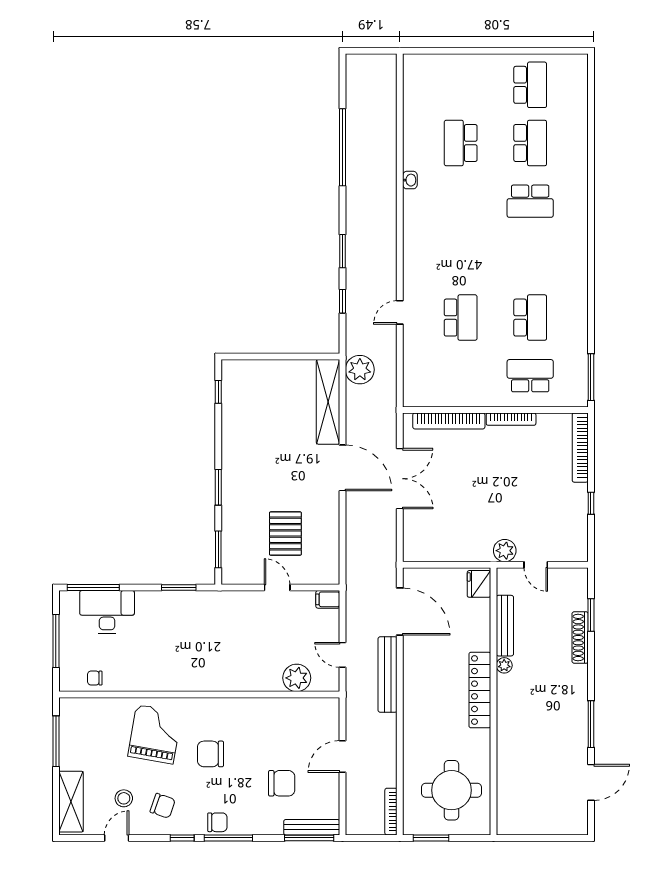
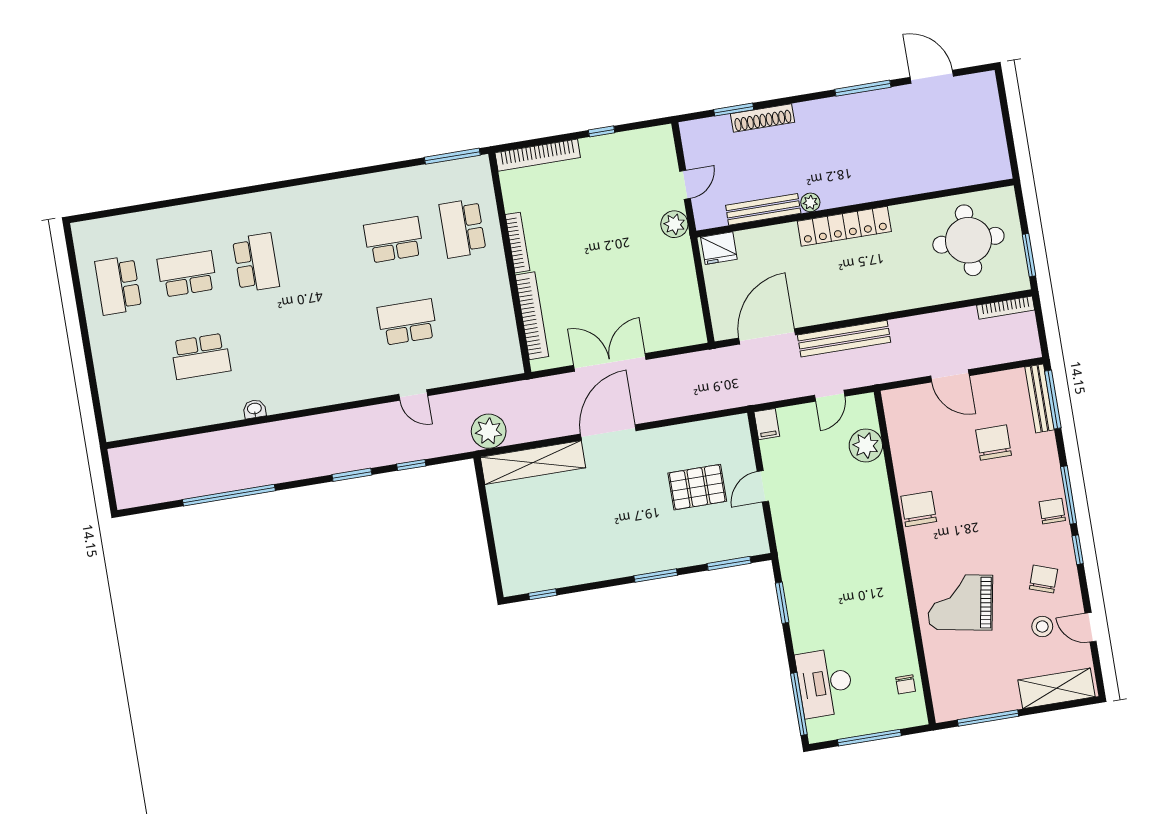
school desk: (530, 85) -> (118, 285), turned -90
chair: (210, 754) -> (919, 509), moved, turned 180

